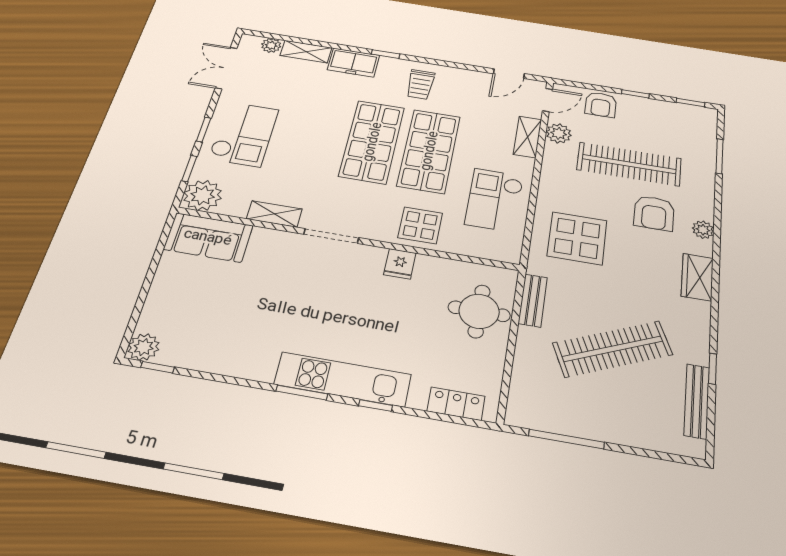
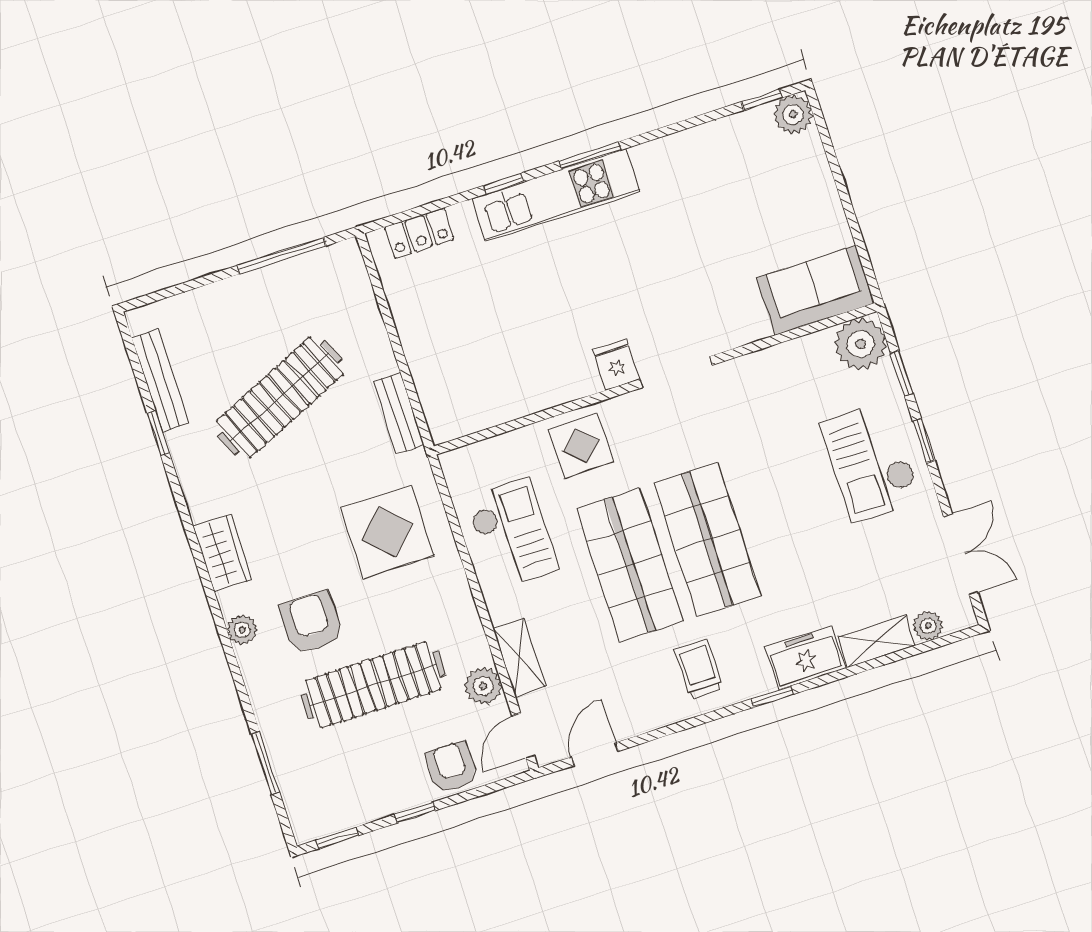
shelving: (274, 214) -> (760, 366), removed
fridge: (400, 264) -> (616, 365), moved
round table: (479, 311) -> (452, 364), removed

